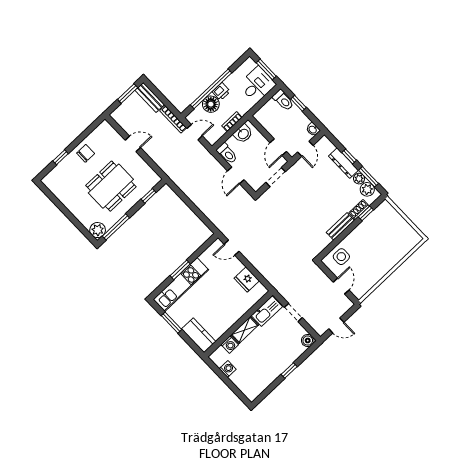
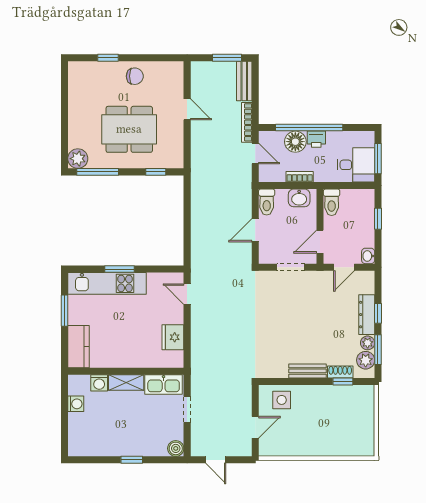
toilet: (283, 100) -> (332, 202), moved

